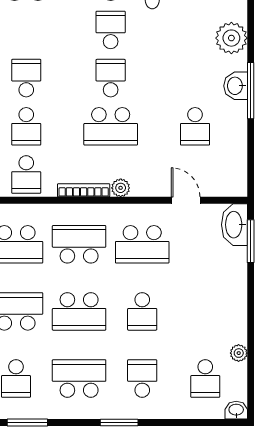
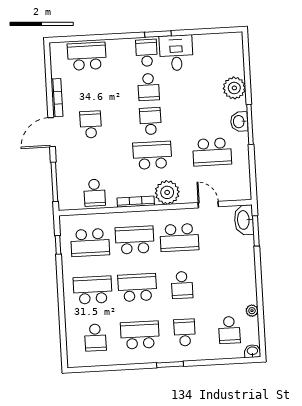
school desk: (111, 30) -> (149, 87), turned 180
school desk: (26, 126) -> (93, 159), removed
school desk: (111, 126) -> (152, 155), turned 180
school desk: (195, 126) -> (212, 152), width x1.85
plant: (121, 188) -> (167, 192), width x1.88, depth x1.88
school desk: (79, 311) -> (137, 287), turned 180
window: (27, 422) -> (105, 368), removed

